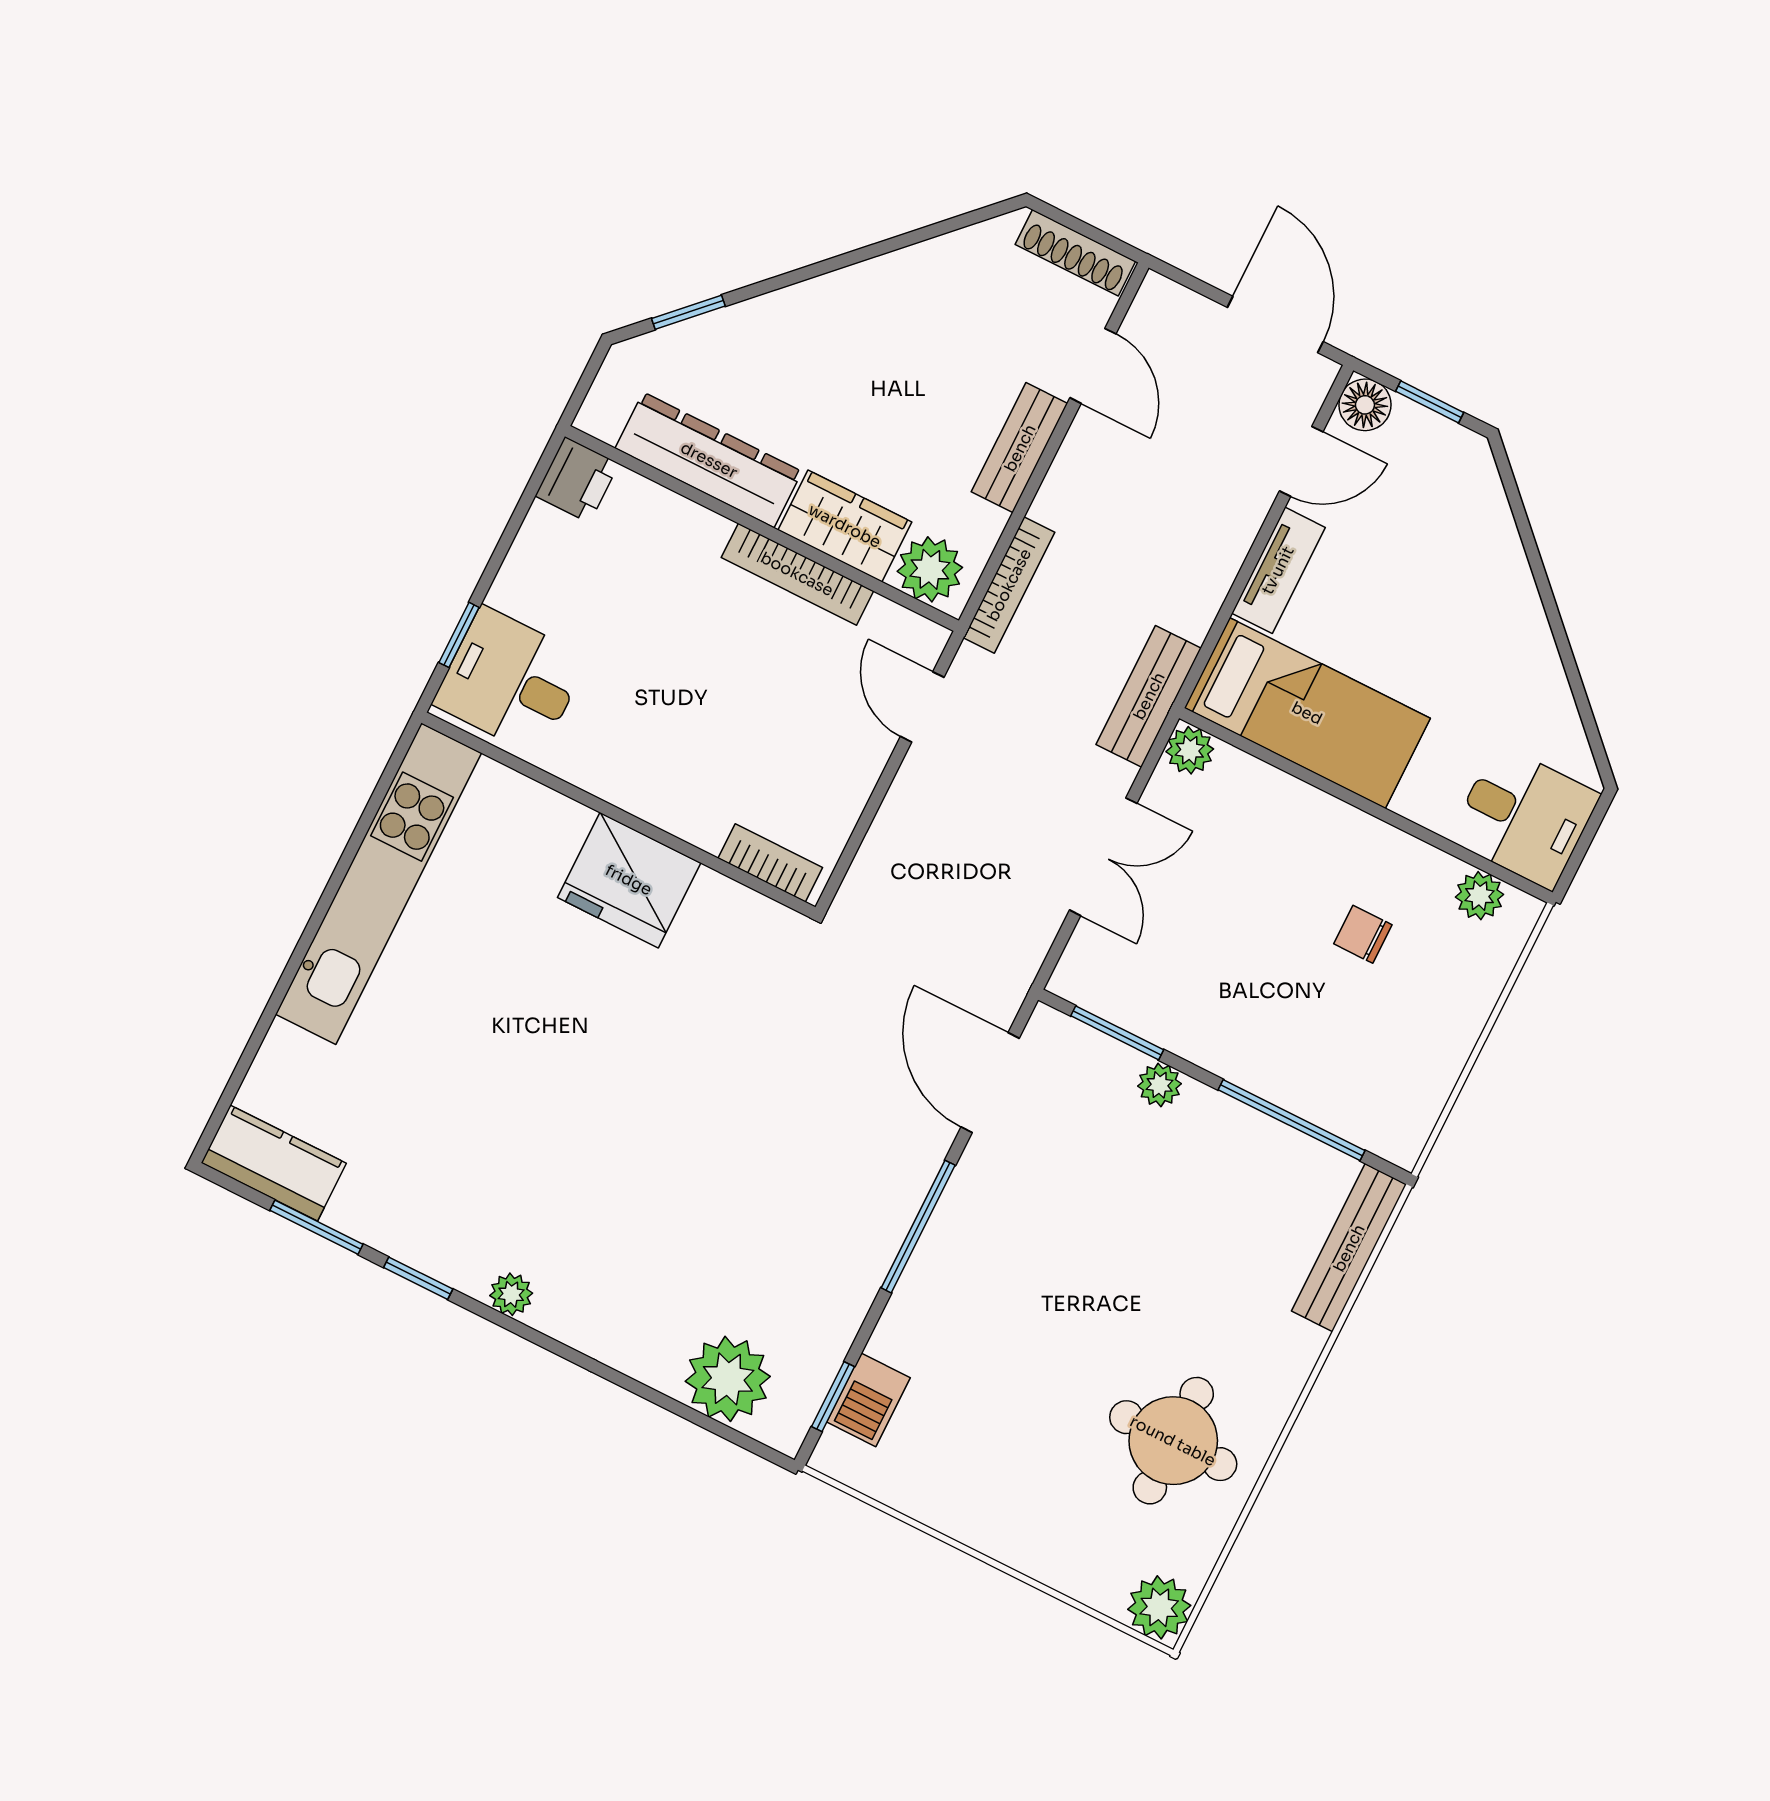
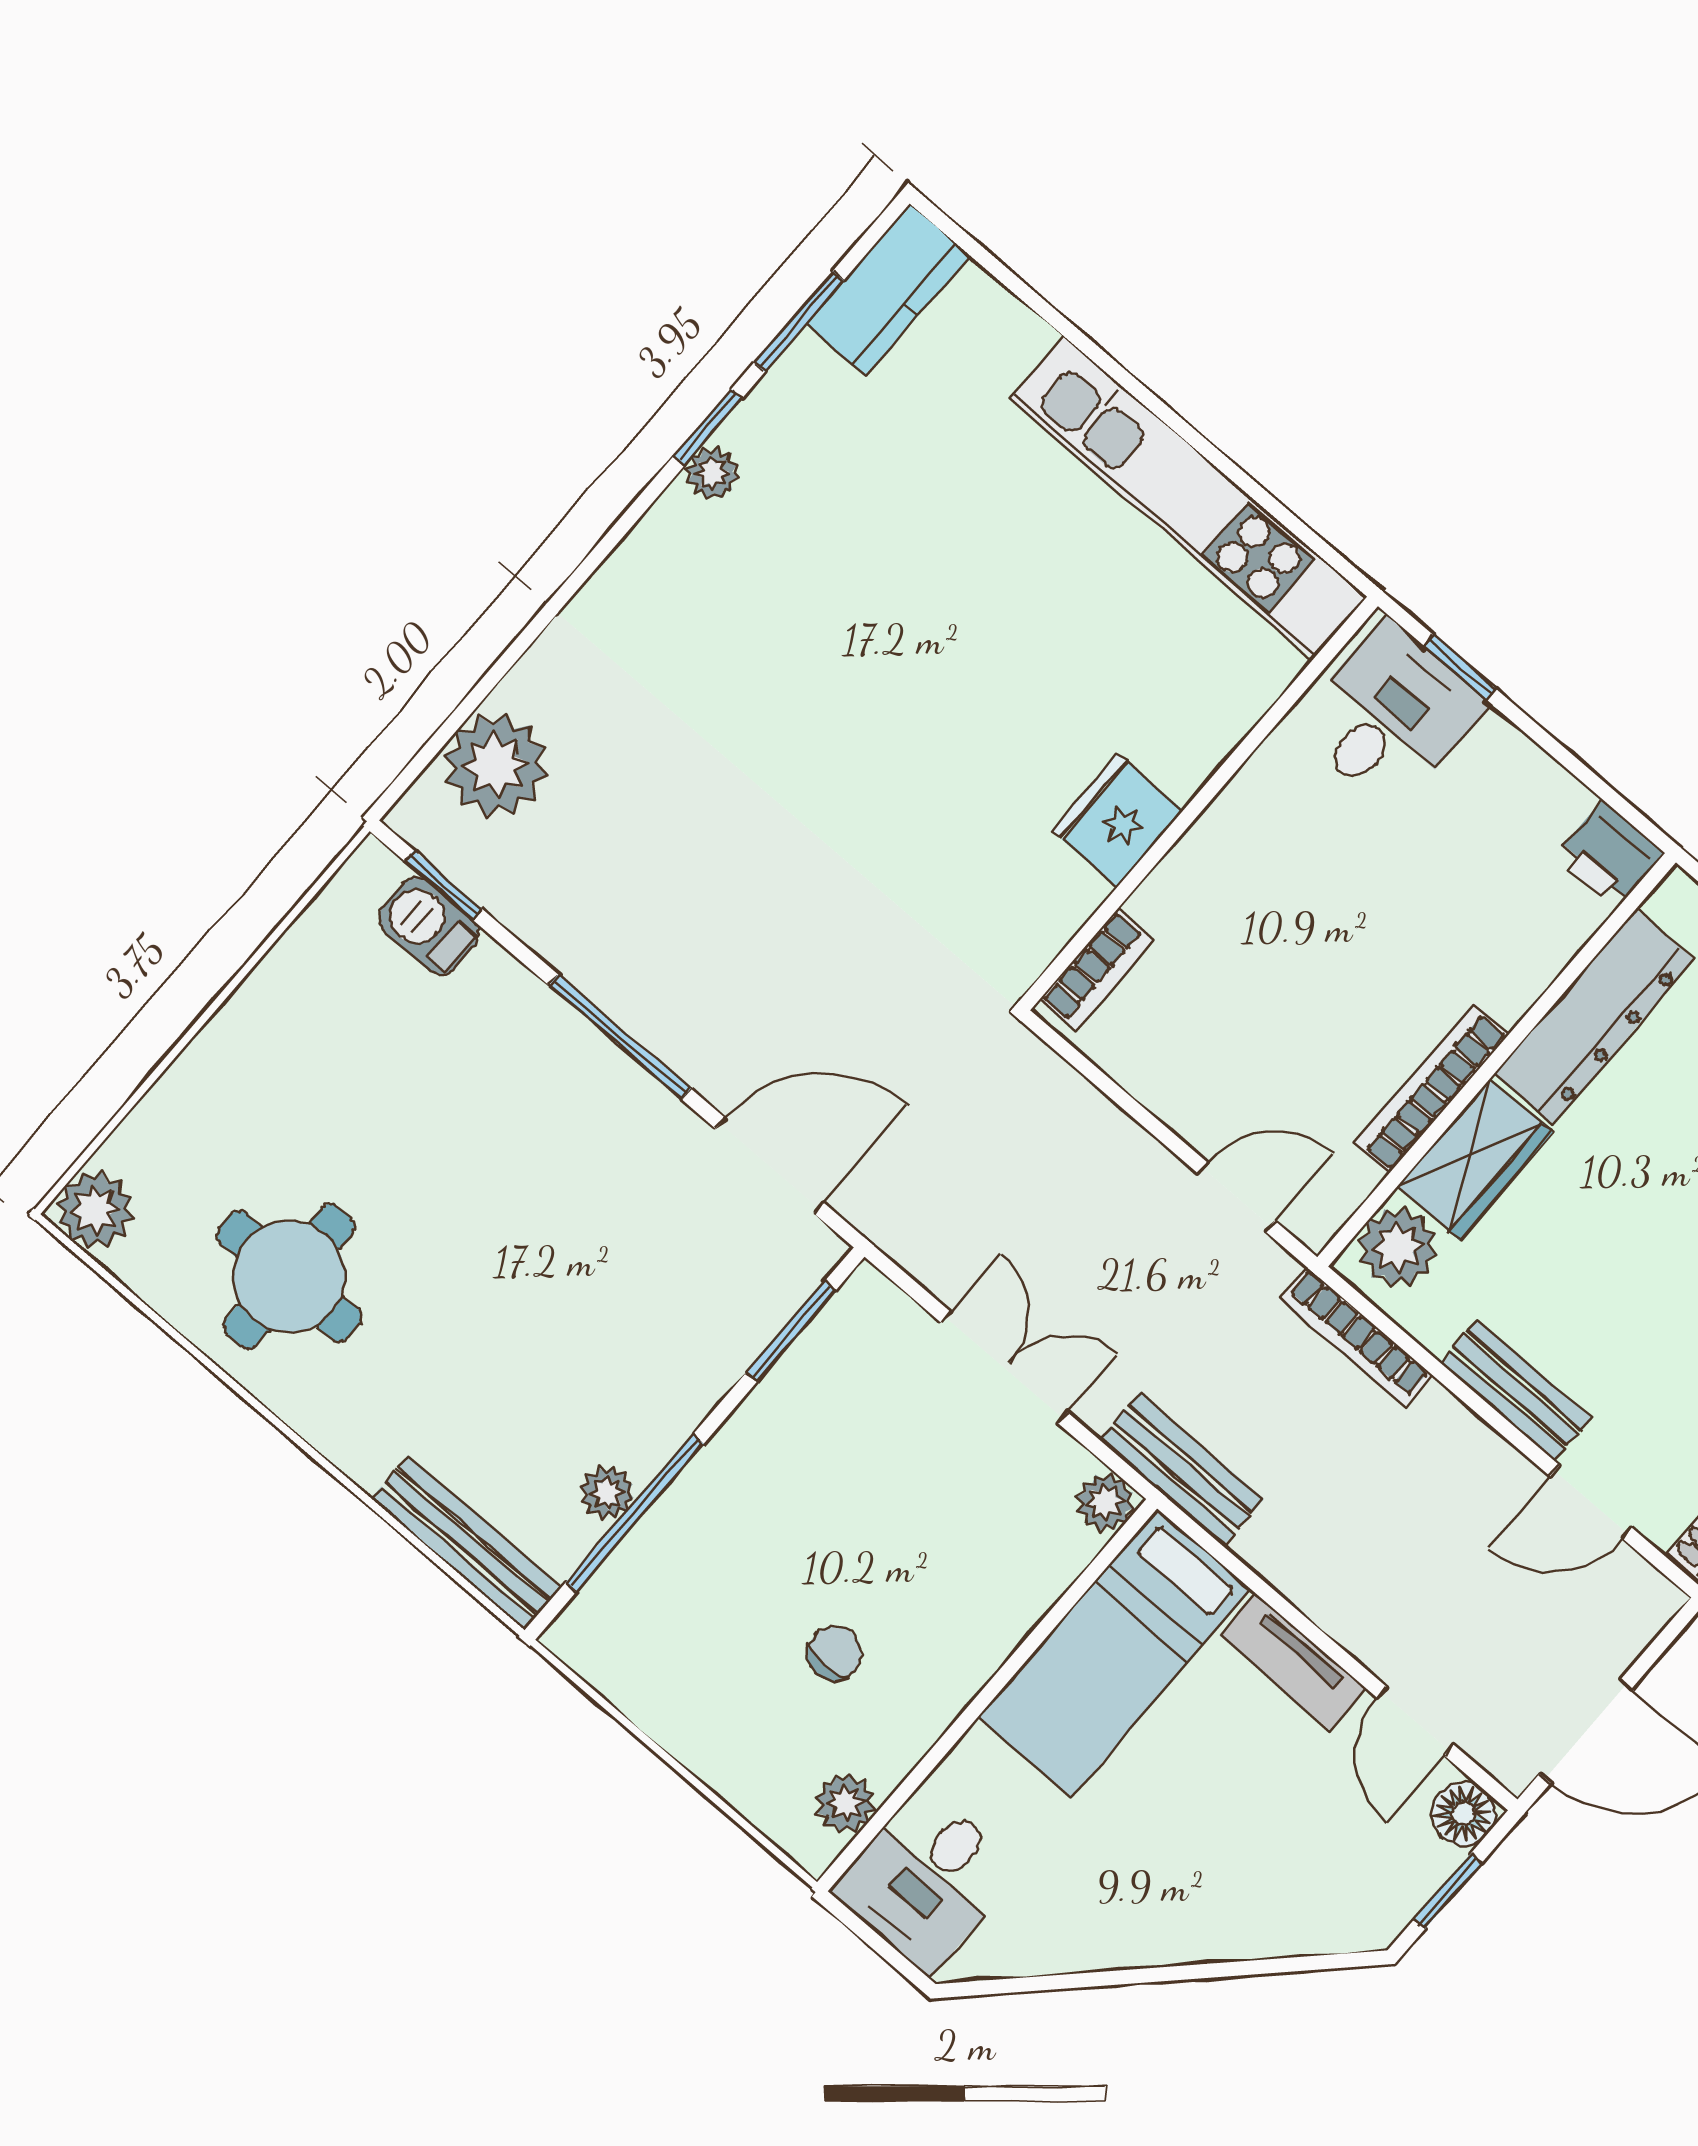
double door: (1103, 857) -> (1004, 1368), swing flipped
fridge: (629, 880) -> (1117, 820), width x0.73, depth x0.75
plant: (1160, 1085) -> (607, 1493), moved
plant: (511, 1294) -> (712, 473), moved

